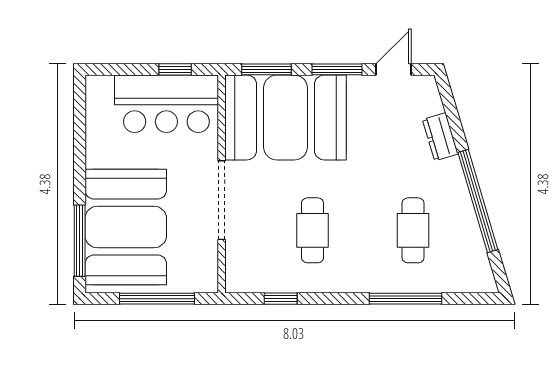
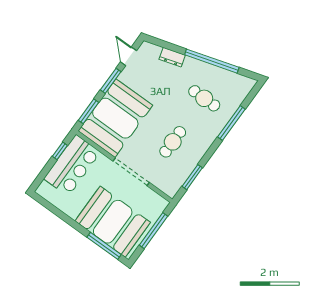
cafe table: (313, 230) -> (173, 142), turned 90
window: (281, 299) -> (192, 177), width x1.50

